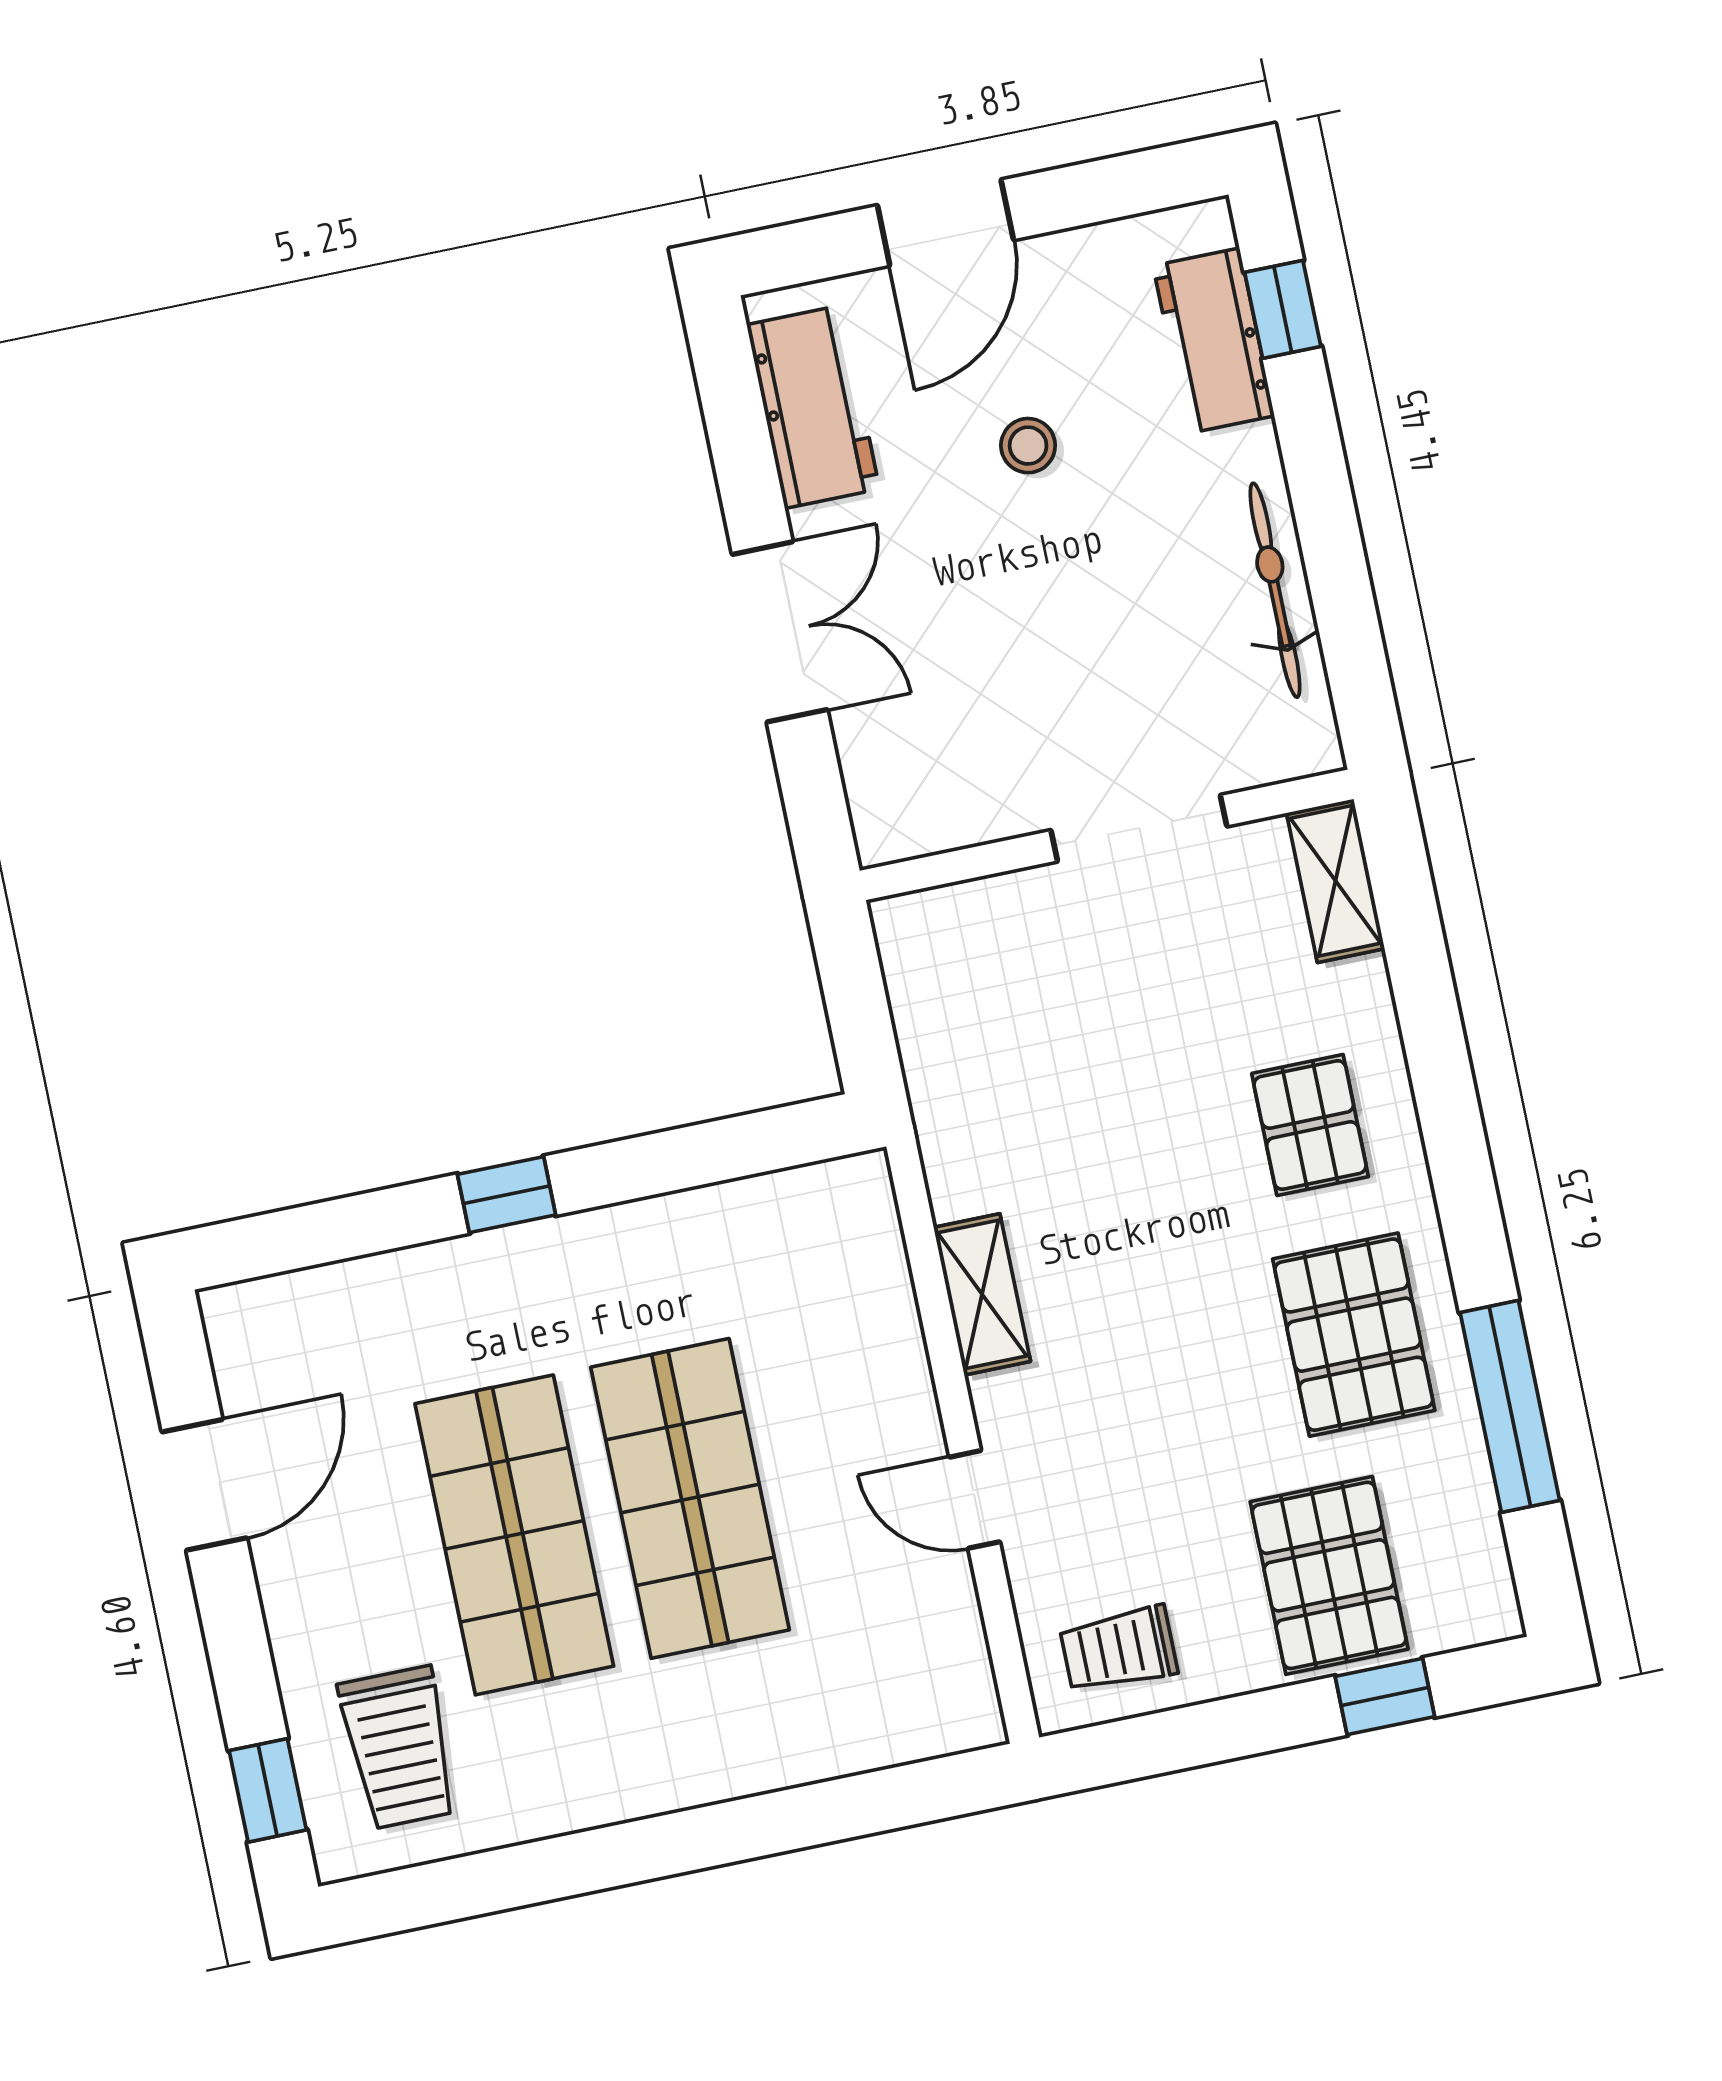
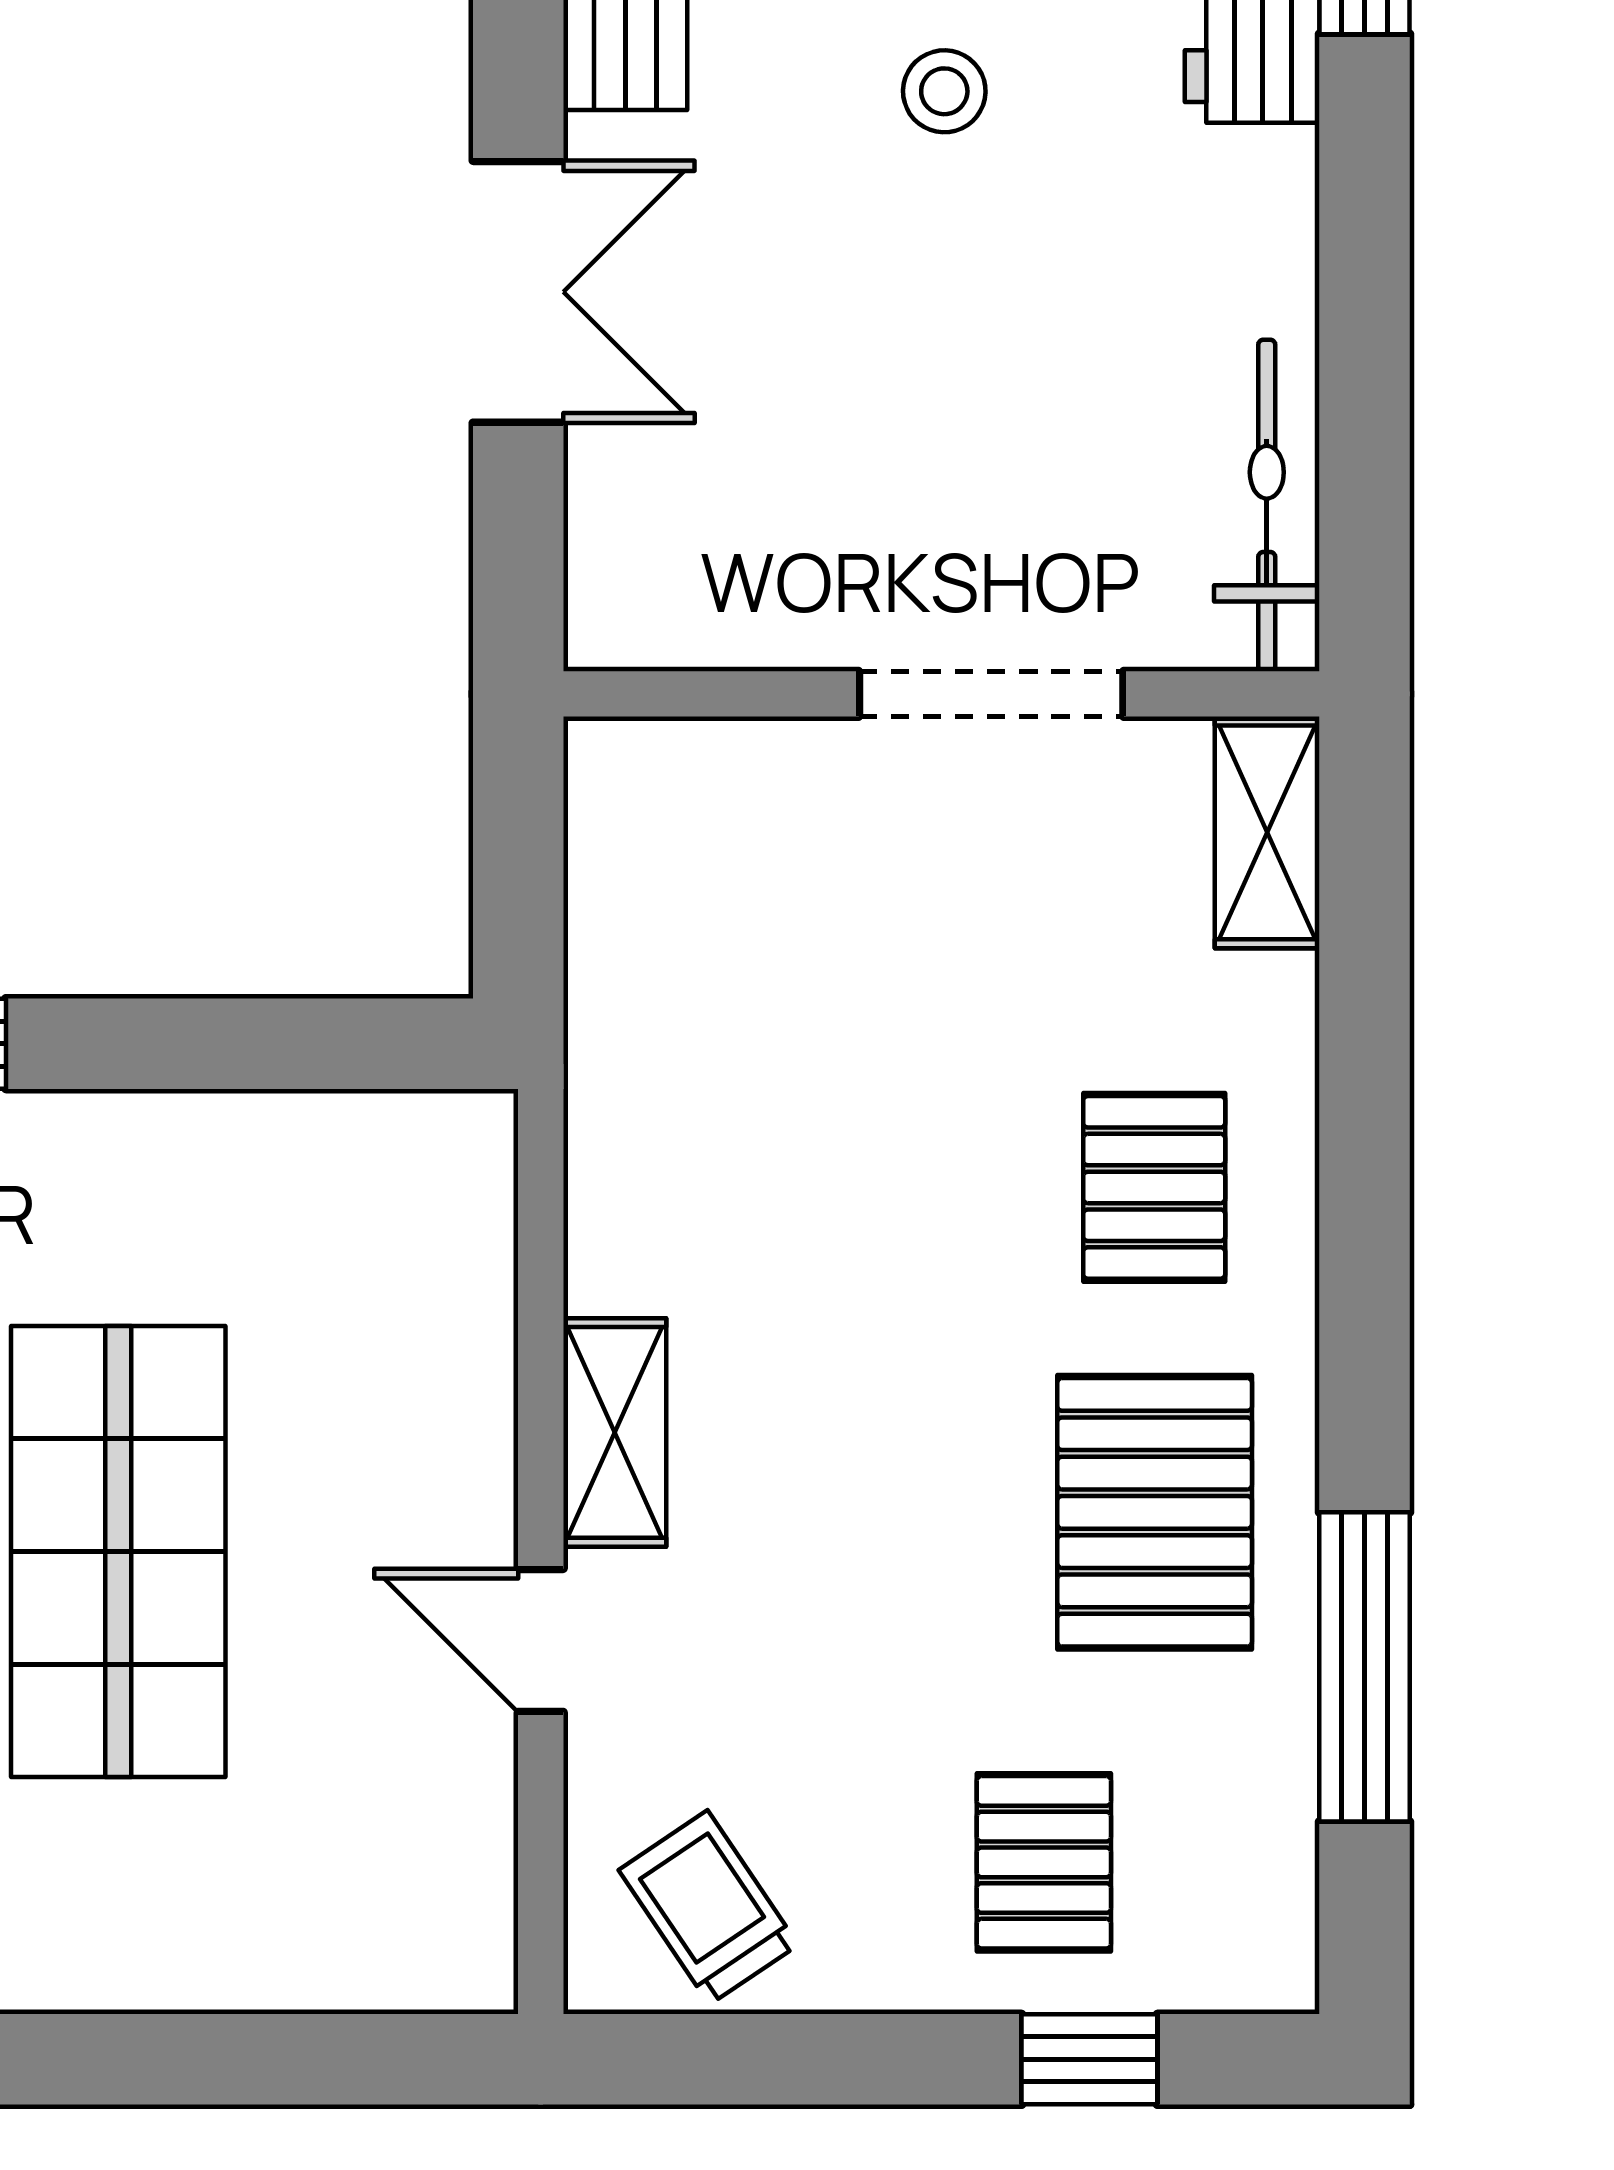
bicycle: (1275, 590) -> (1267, 505), moved
shelving: (982, 1294) -> (615, 1432), moved
pallet: (1329, 1575) -> (1044, 1862), width x0.67, depth x0.71
trolley: (1119, 1649) -> (708, 1907), turned 56

